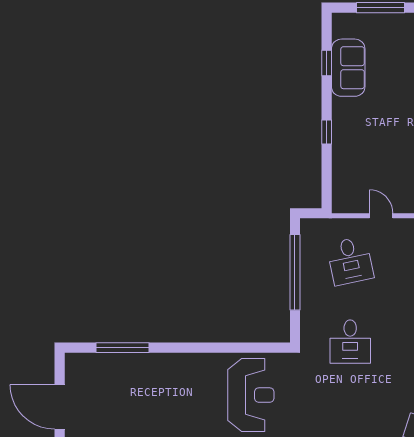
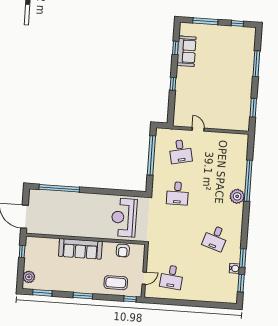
window: (123, 348) -> (59, 188), width x1.46
reception desk: (251, 395) -> (124, 217), turned 180

